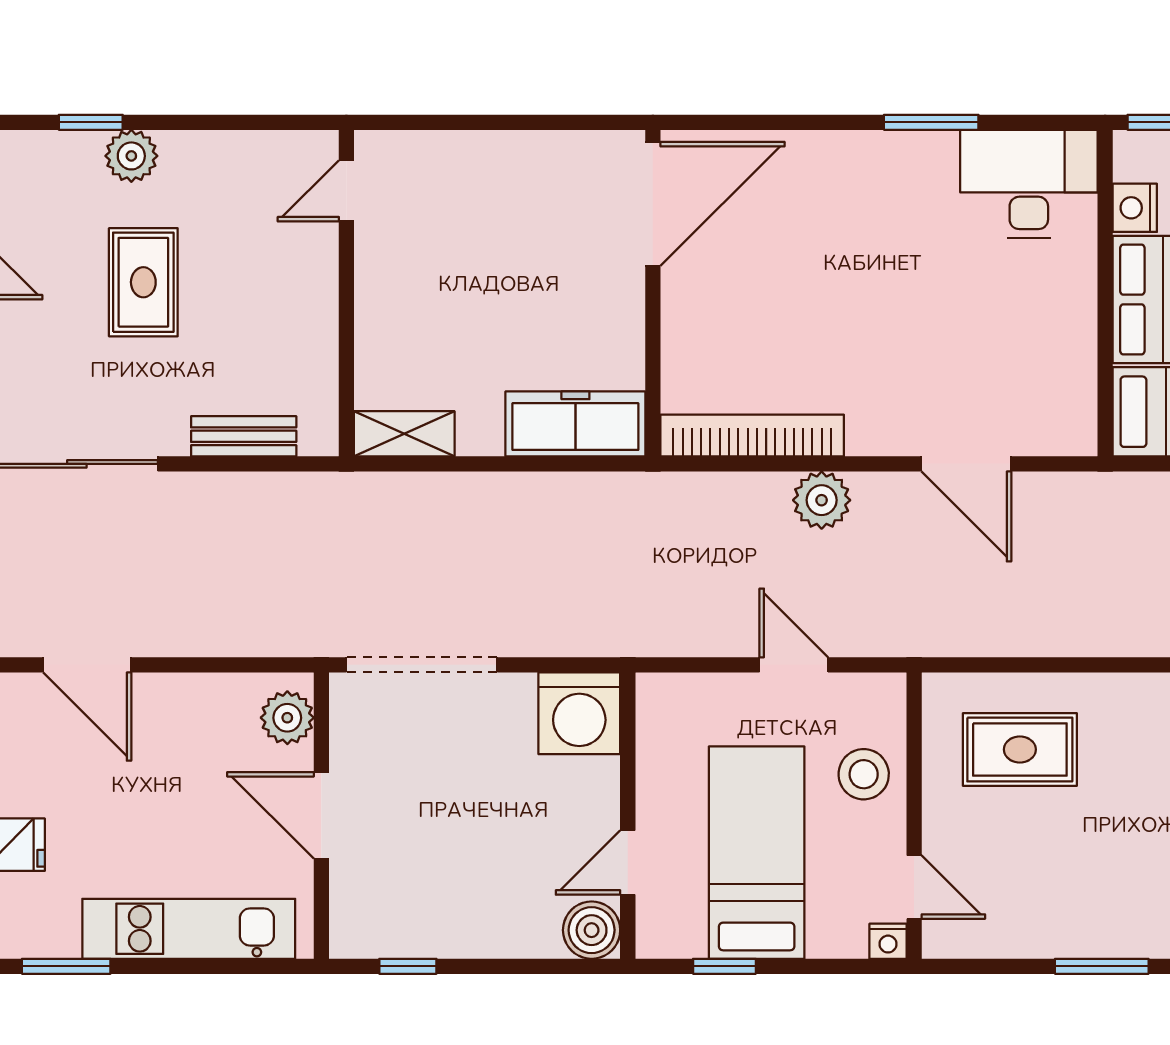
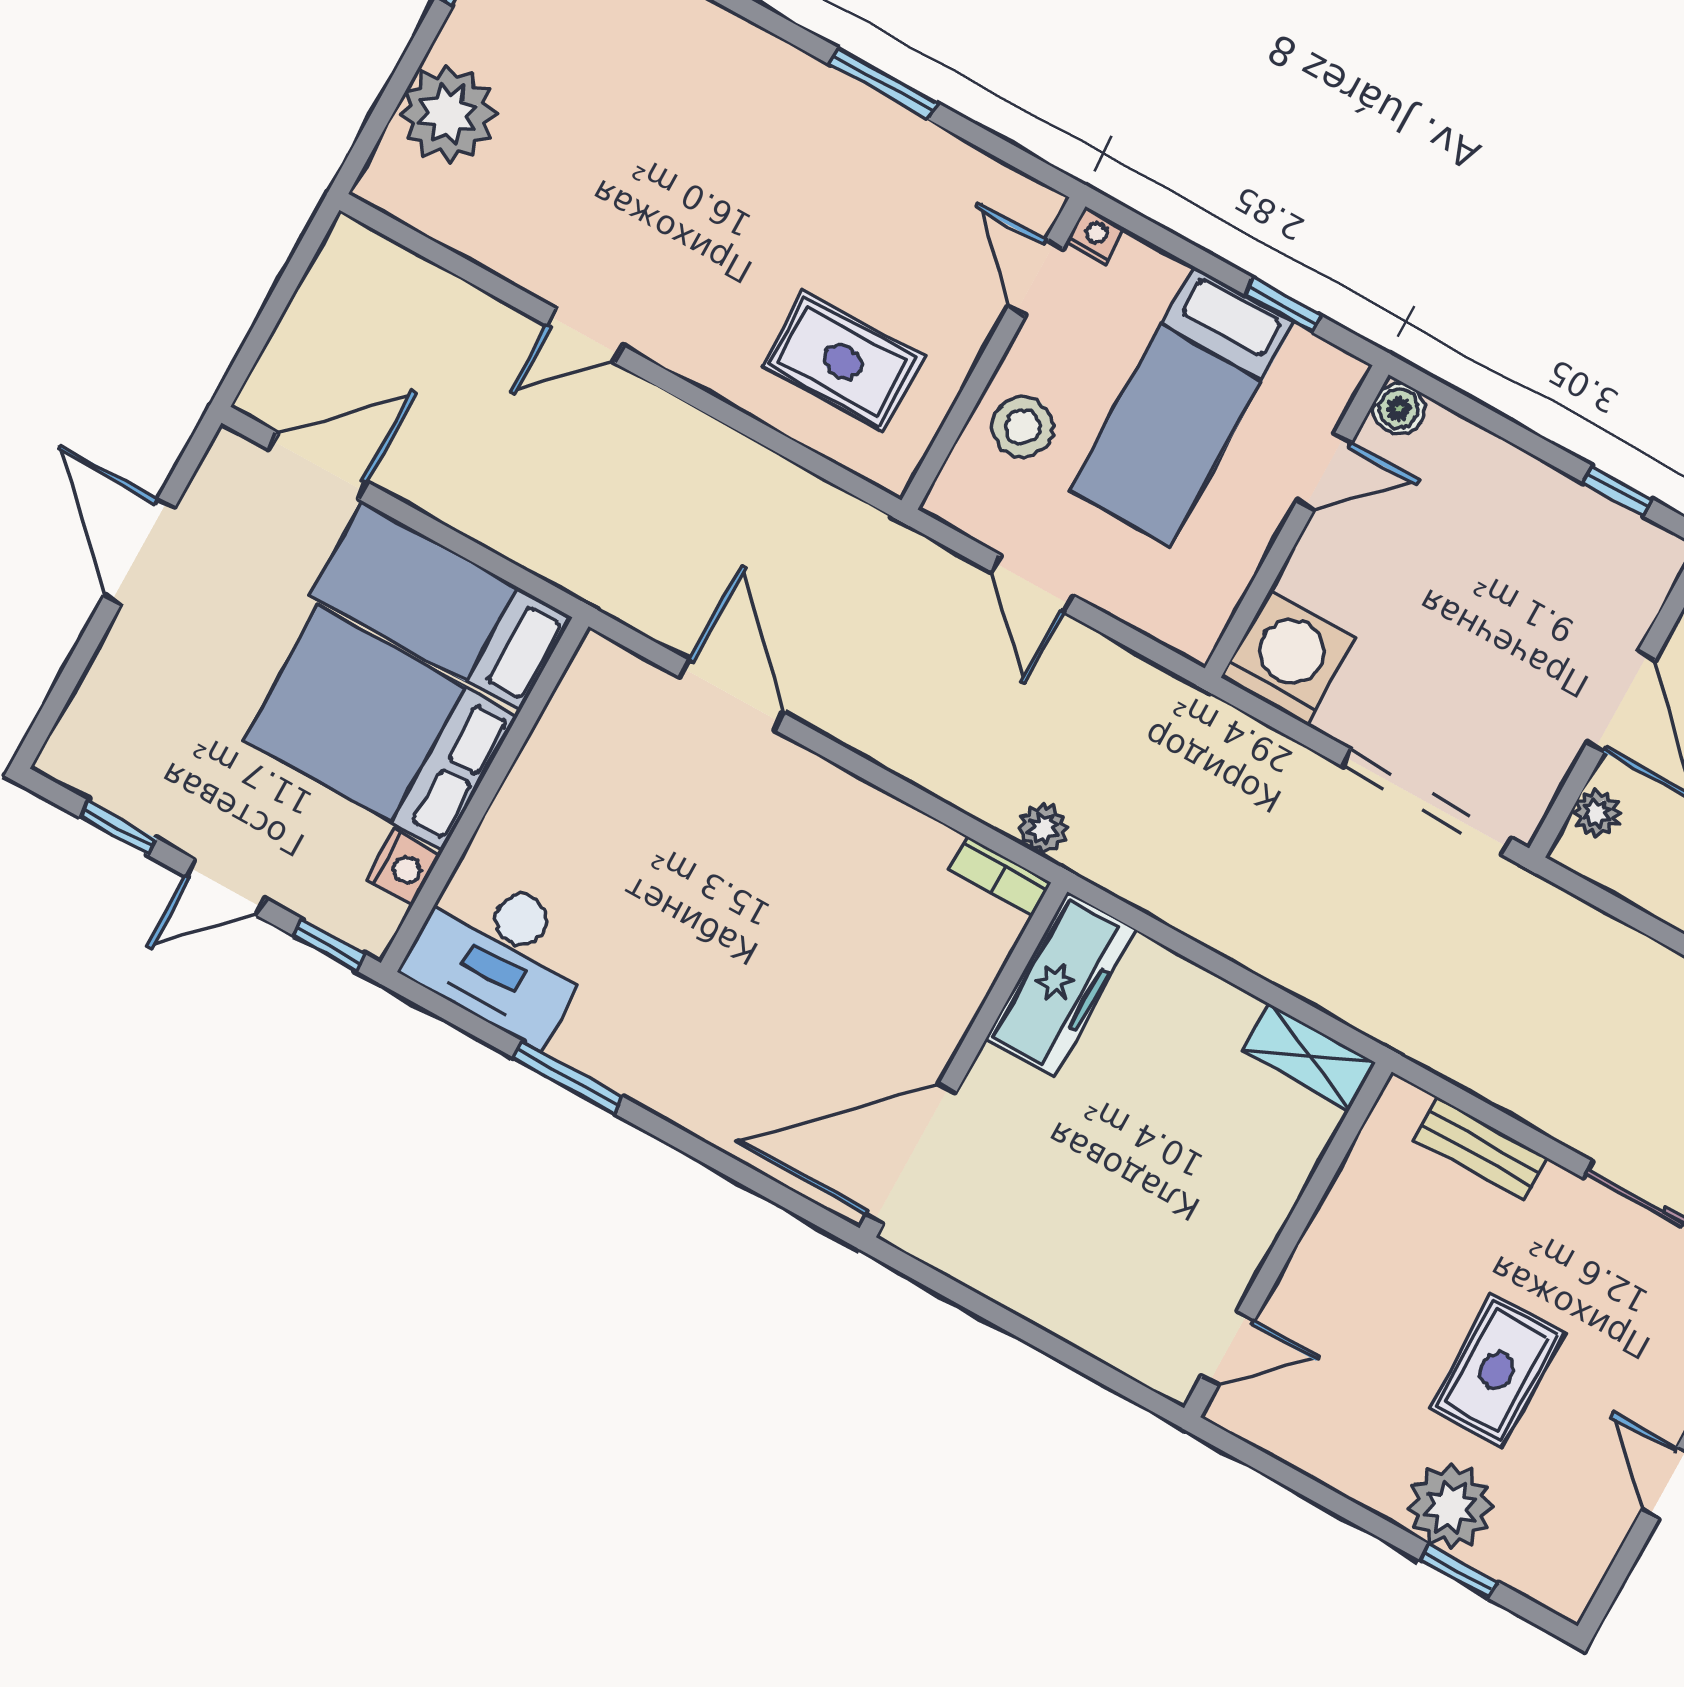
plant: (131, 156) -> (1451, 1507), width x1.36, depth x1.36
freezer: (575, 424) -> (1061, 985), moved, turned -90
bookcase: (752, 436) -> (1000, 876), width x0.43, depth x0.76
plant: (822, 500) -> (1043, 828), moved, width x0.73, depth x0.73
plant: (287, 718) -> (1596, 813), width x0.73, depth x0.73
boiler: (592, 930) -> (1399, 409), width x0.73, depth x0.73

